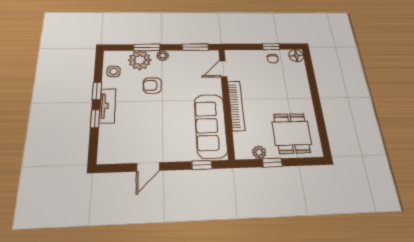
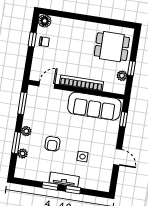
plant: (140, 60) -> (23, 154), width x0.53, depth x0.53
door: (223, 69) -> (47, 85), swing flipped
side table: (114, 71) -> (82, 157), moved

